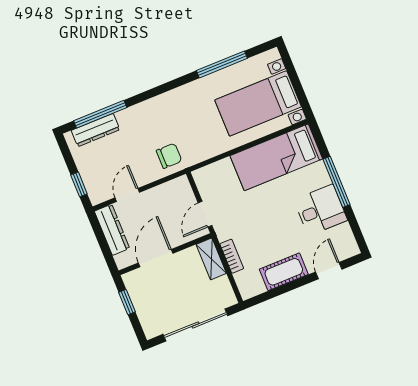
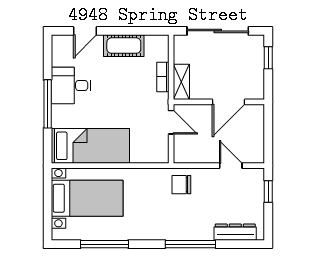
window: (100, 114) -> (190, 244), moved
door: (127, 195) -> (231, 166), swing flipped
door: (205, 214) -> (171, 122), hinge flipped
dresser: (112, 230) -> (256, 141), removed
window: (127, 302) -> (268, 58), moved

